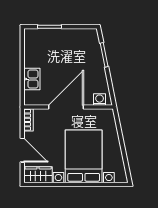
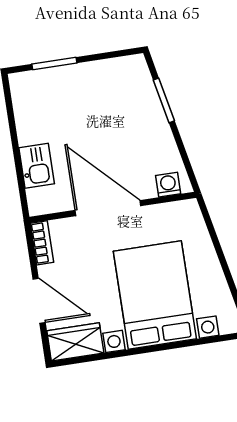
door: (66, 107) -> (108, 208), hinge flipped

